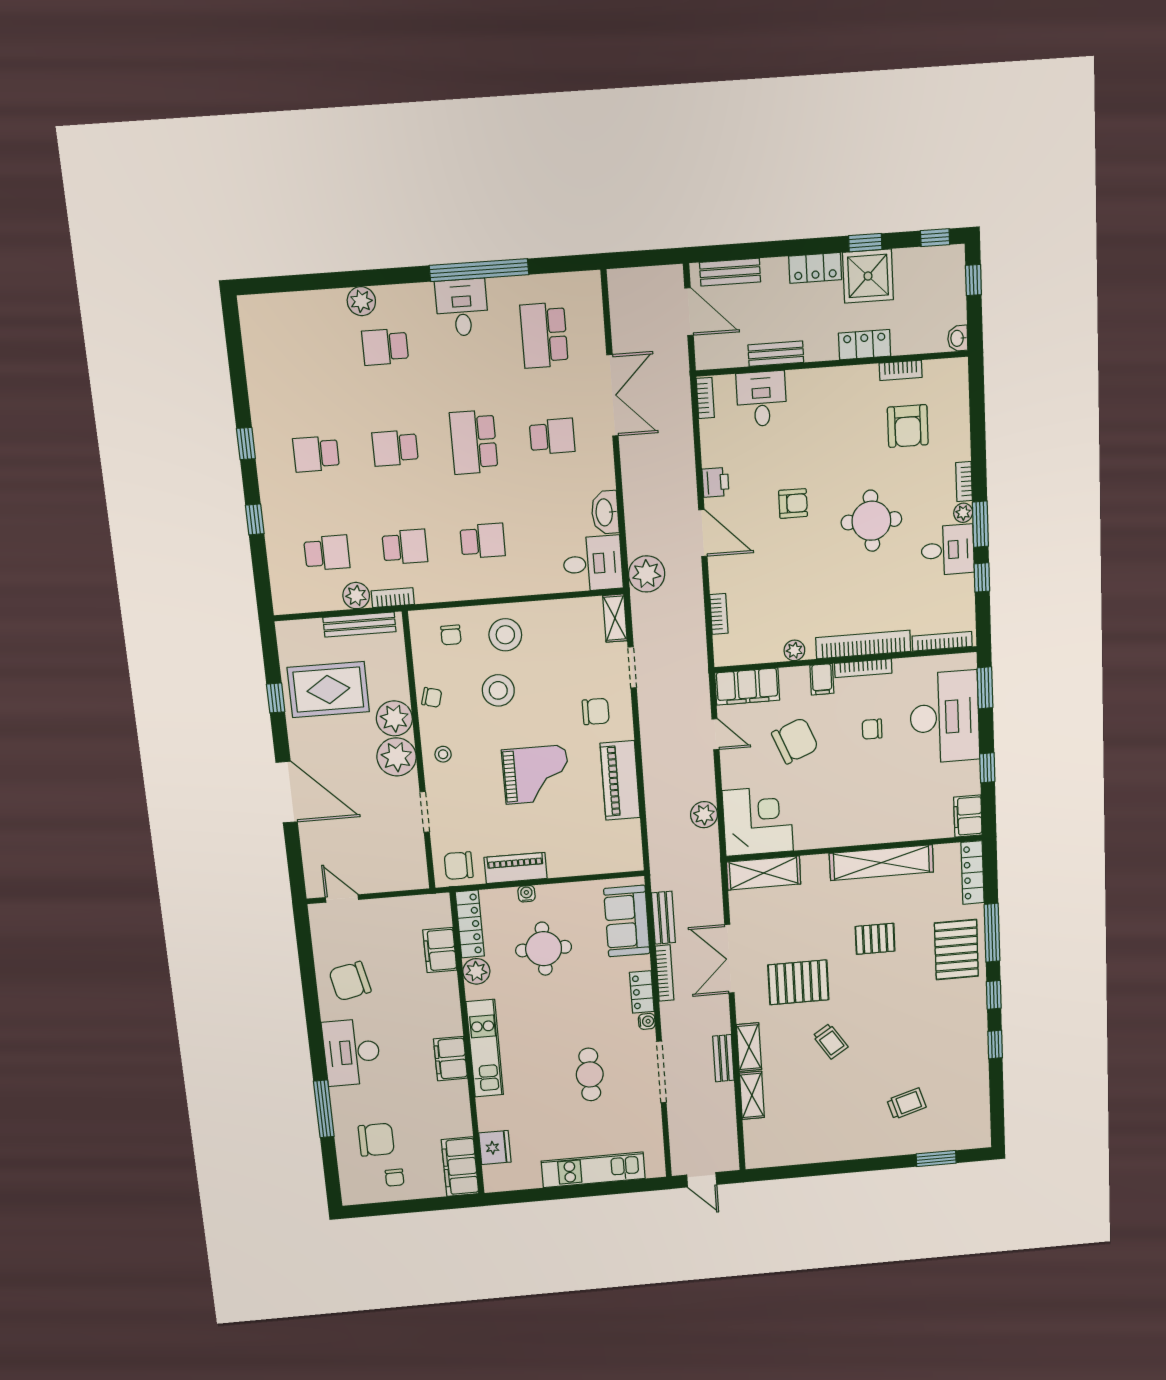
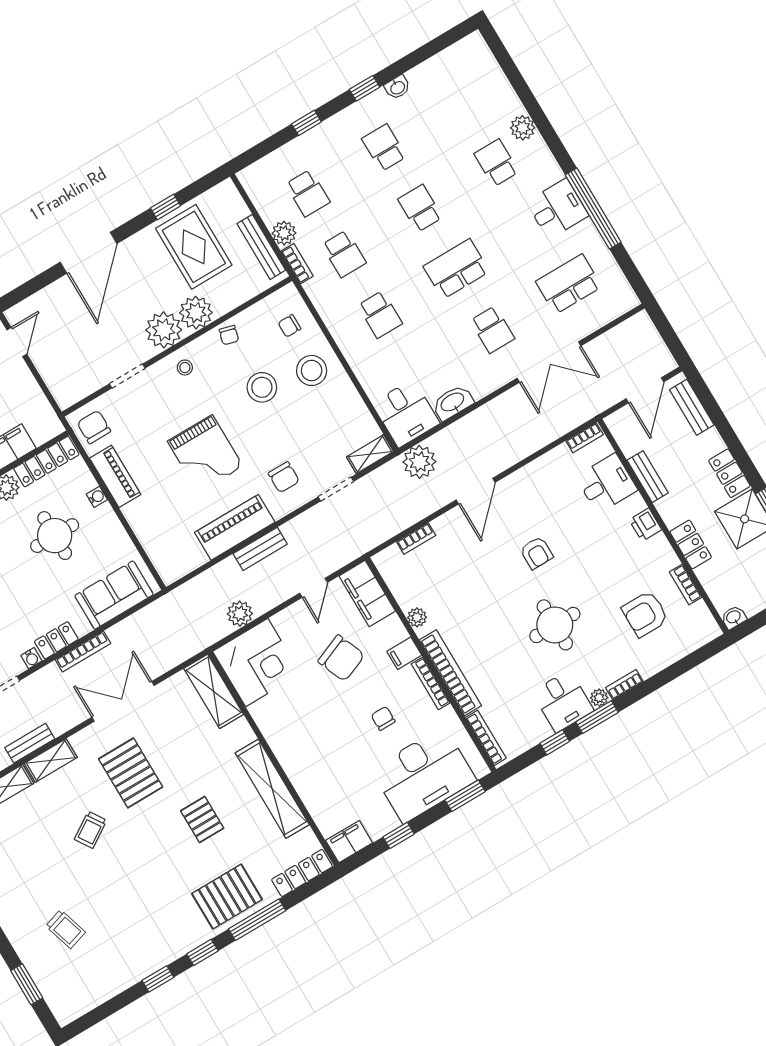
washbasin: (260, 410) -> (397, 87), added
printer: (715, 482) -> (645, 525), moved, turned 90
bench: (663, 918) -> (260, 549), moved

